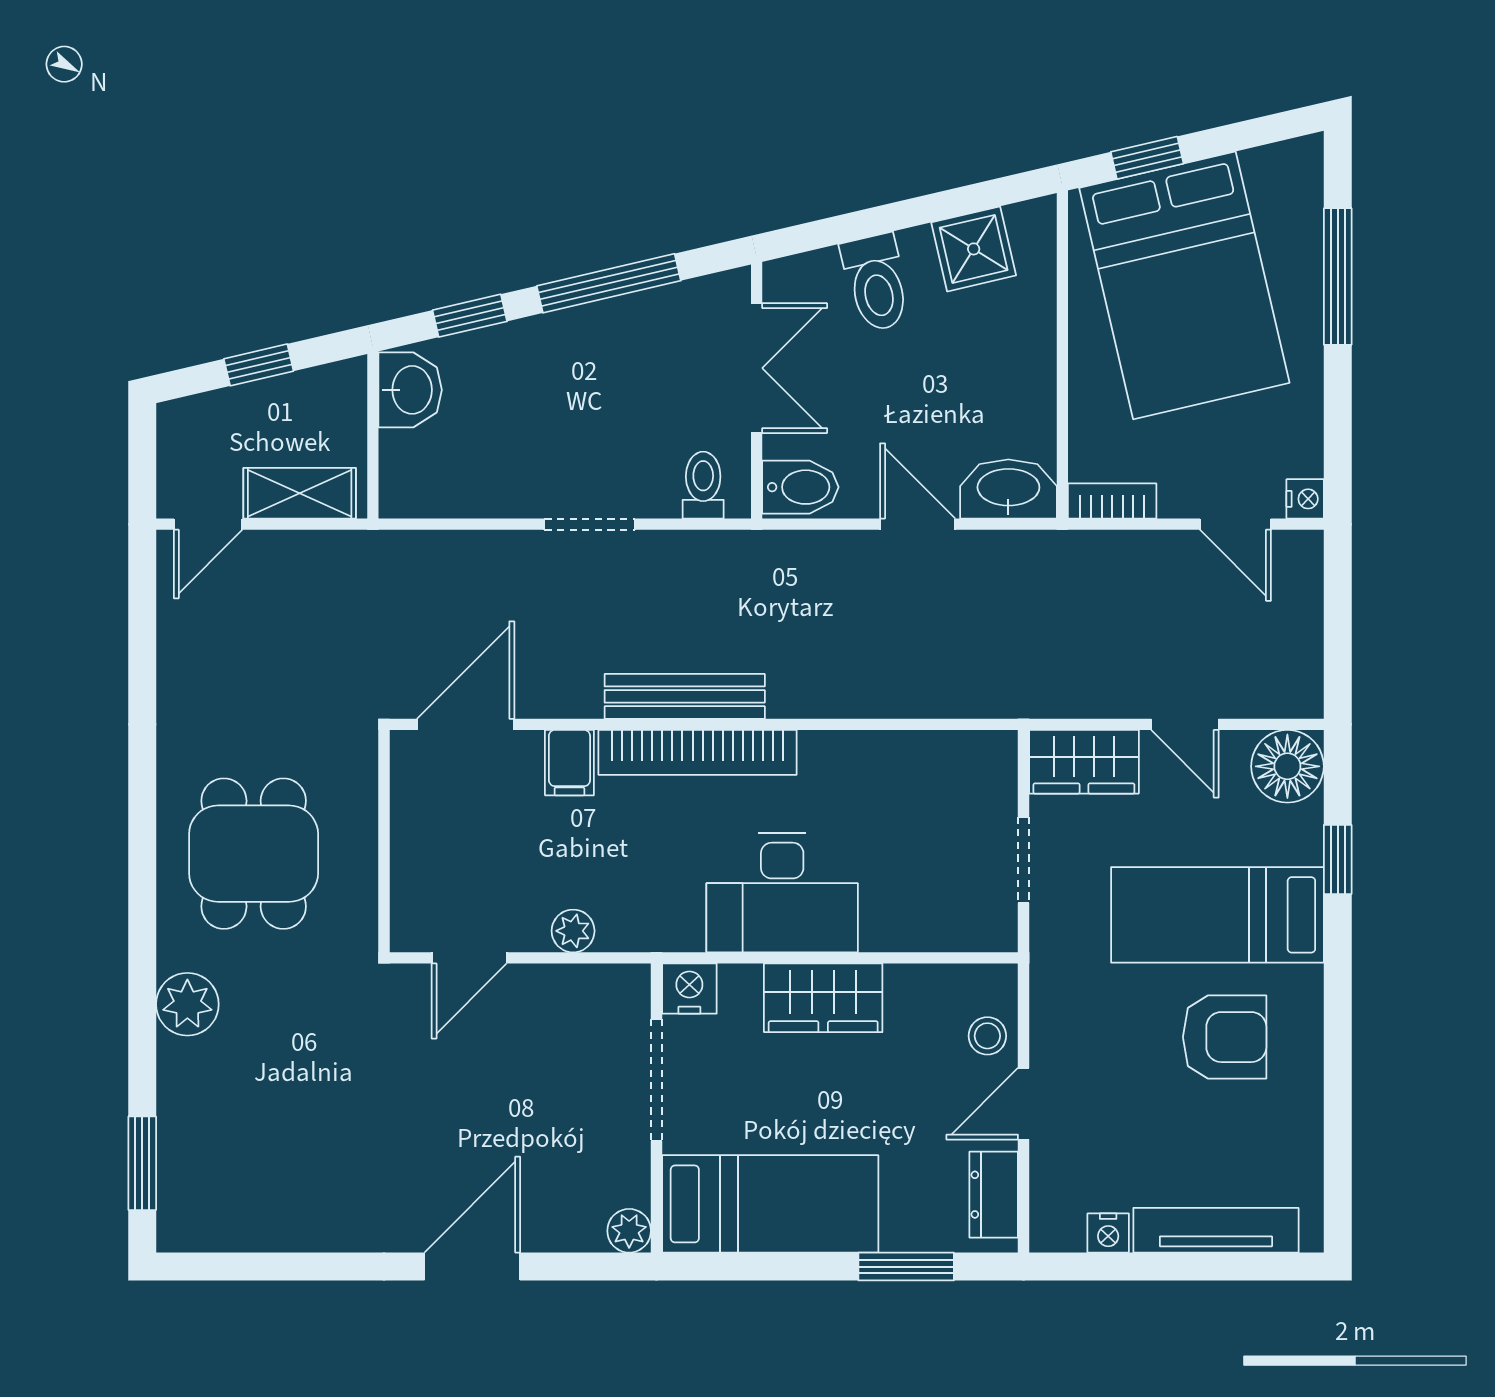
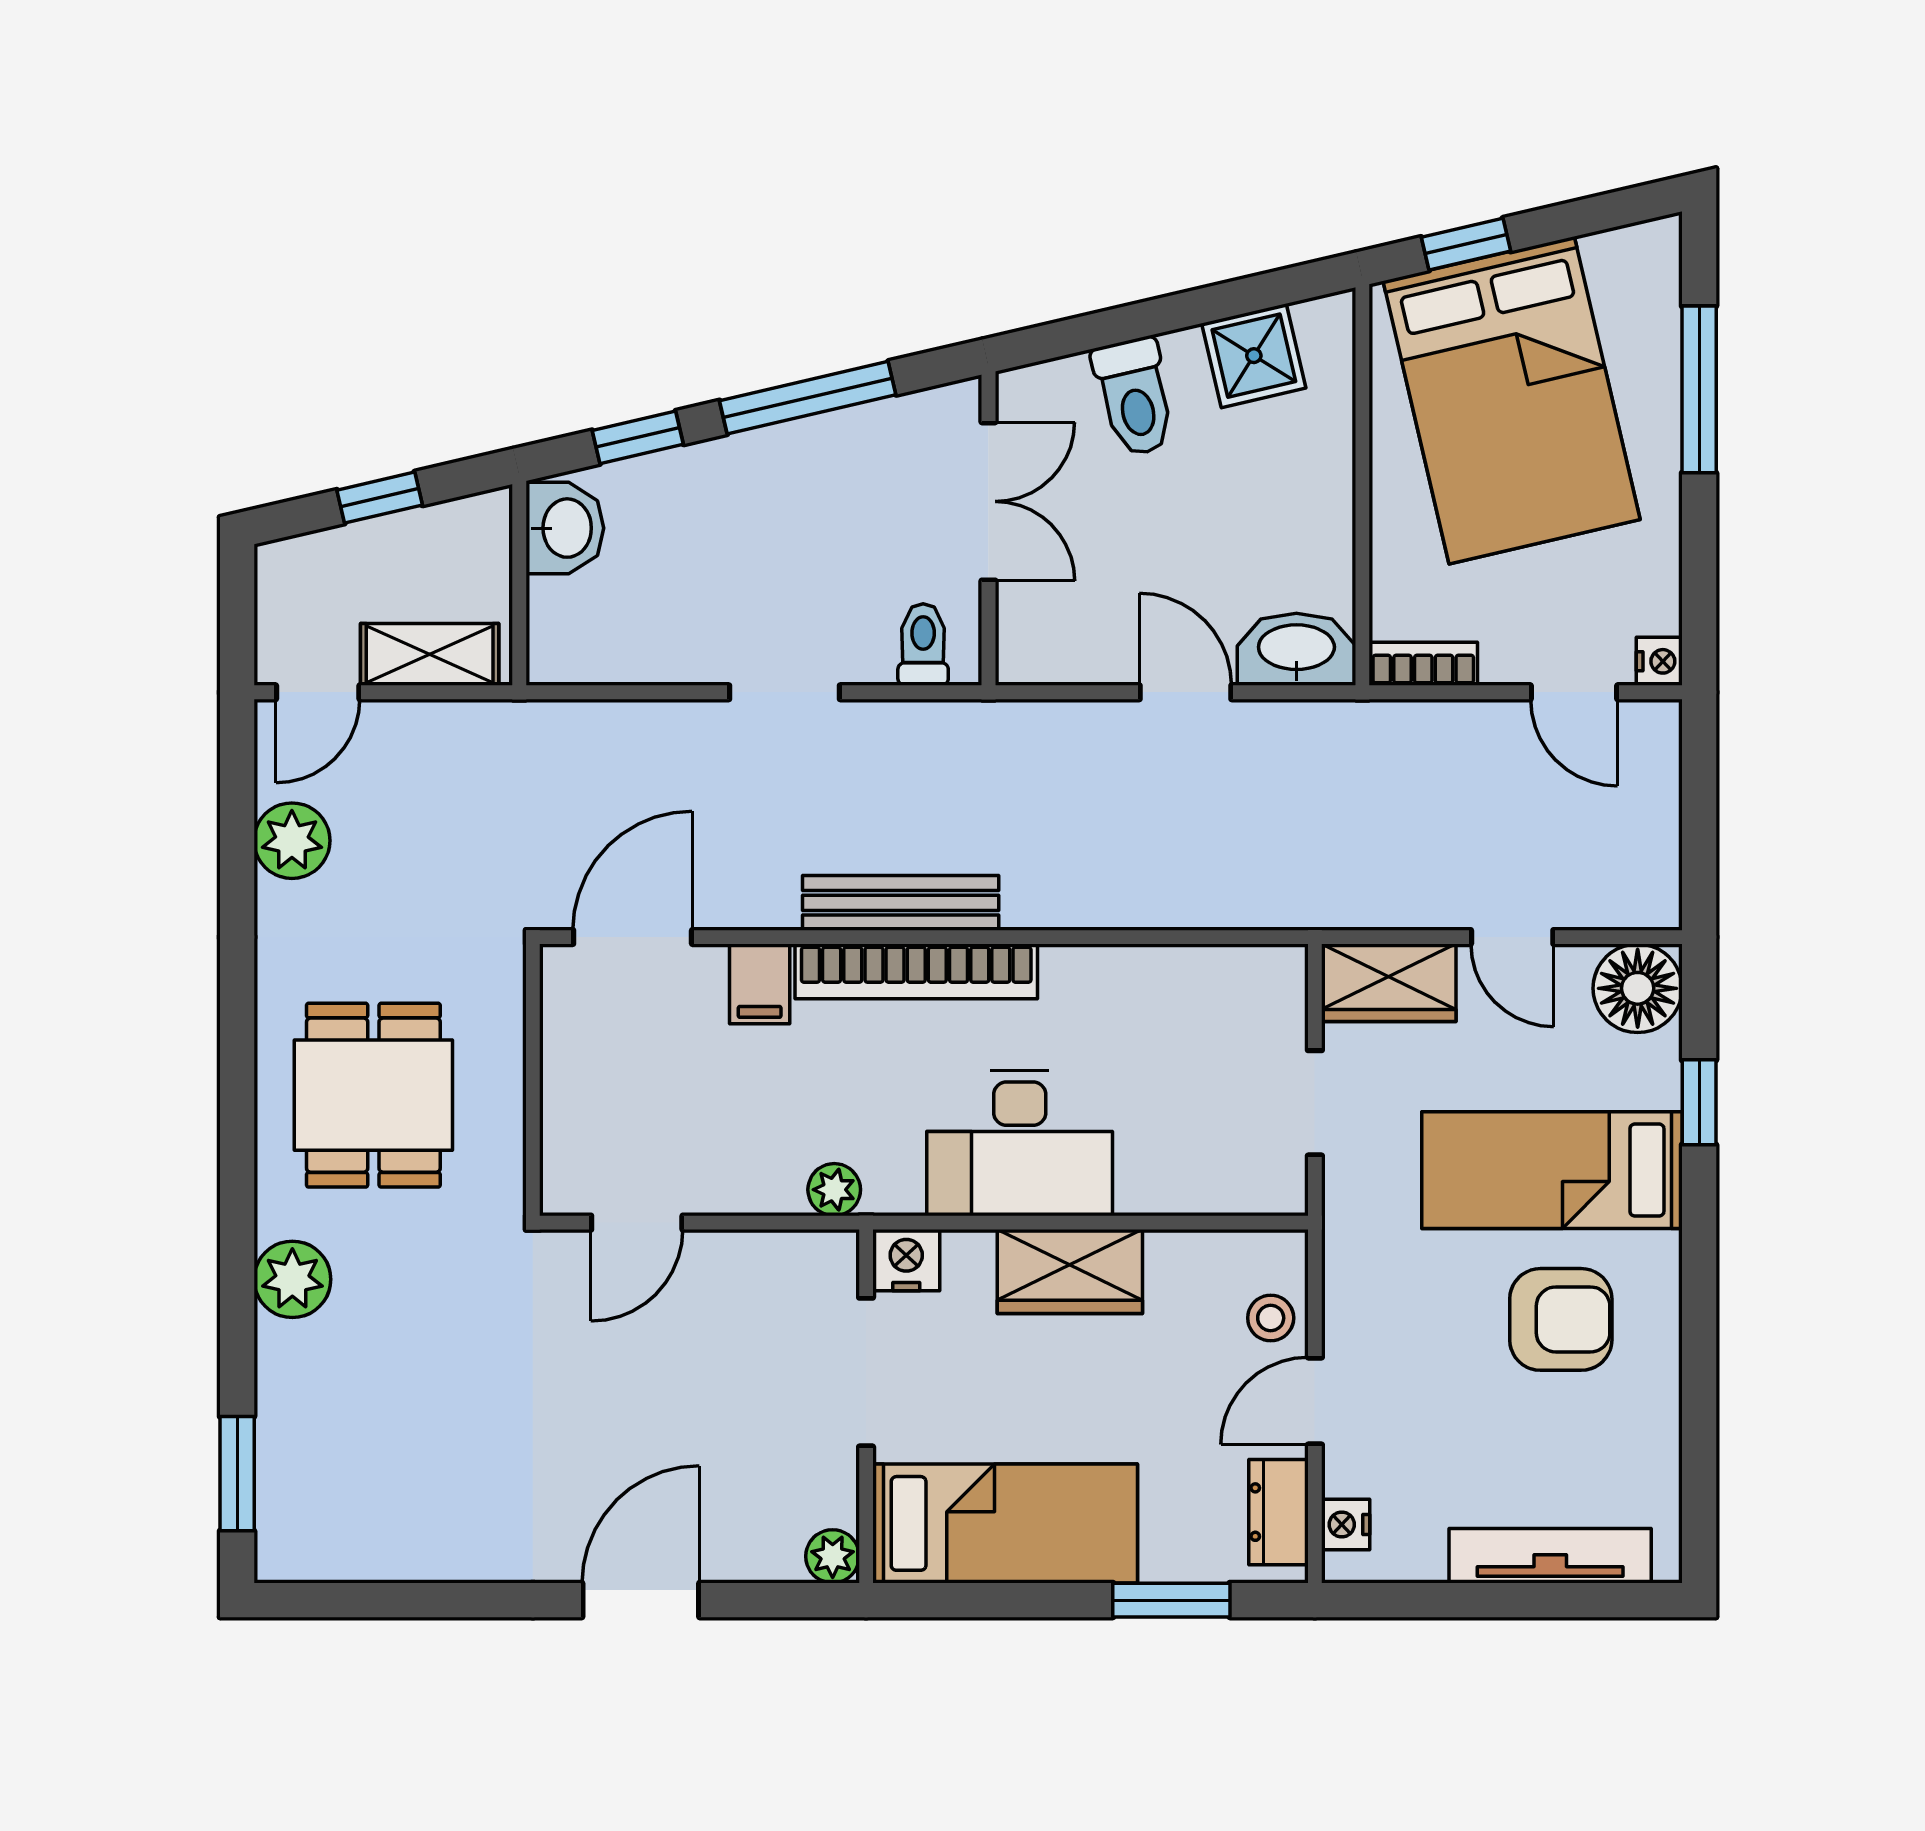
bidet: (800, 487) -> (1042, 647), removed
plant: (187, 646) -> (292, 841), added
plant: (573, 931) -> (834, 1190), moved
nightstand: (1108, 1233) -> (1346, 1525), moved, turned 90

